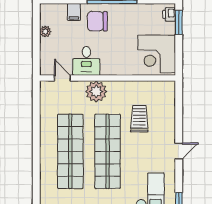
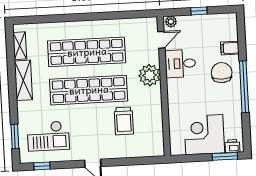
plant: (45, 32) -> (171, 22), moved
window: (36, 40) -> (199, 11), added
corner desk: (157, 54) -> (204, 135), moved
trolley: (139, 119) -> (124, 121), turned 90

